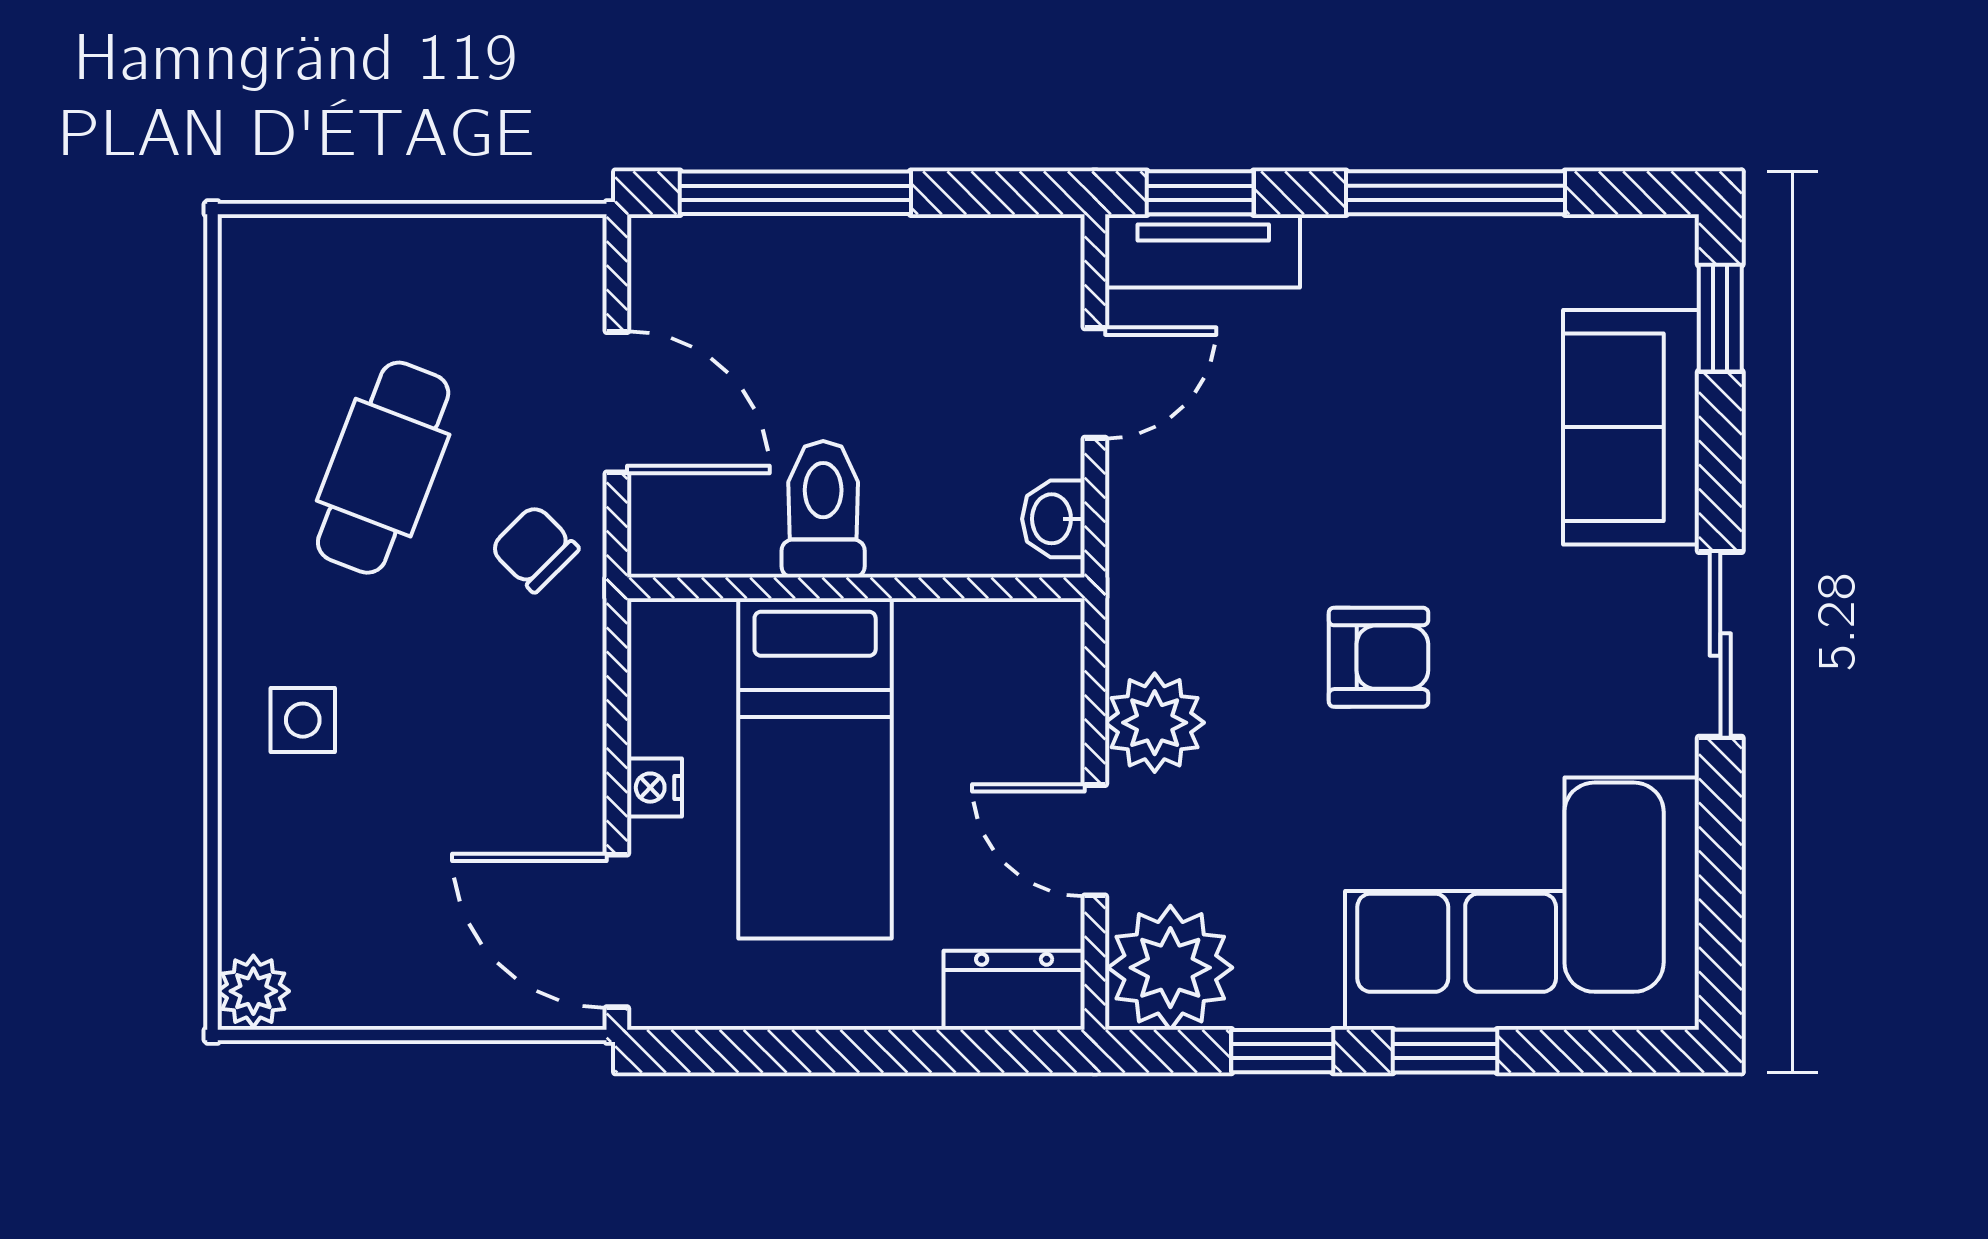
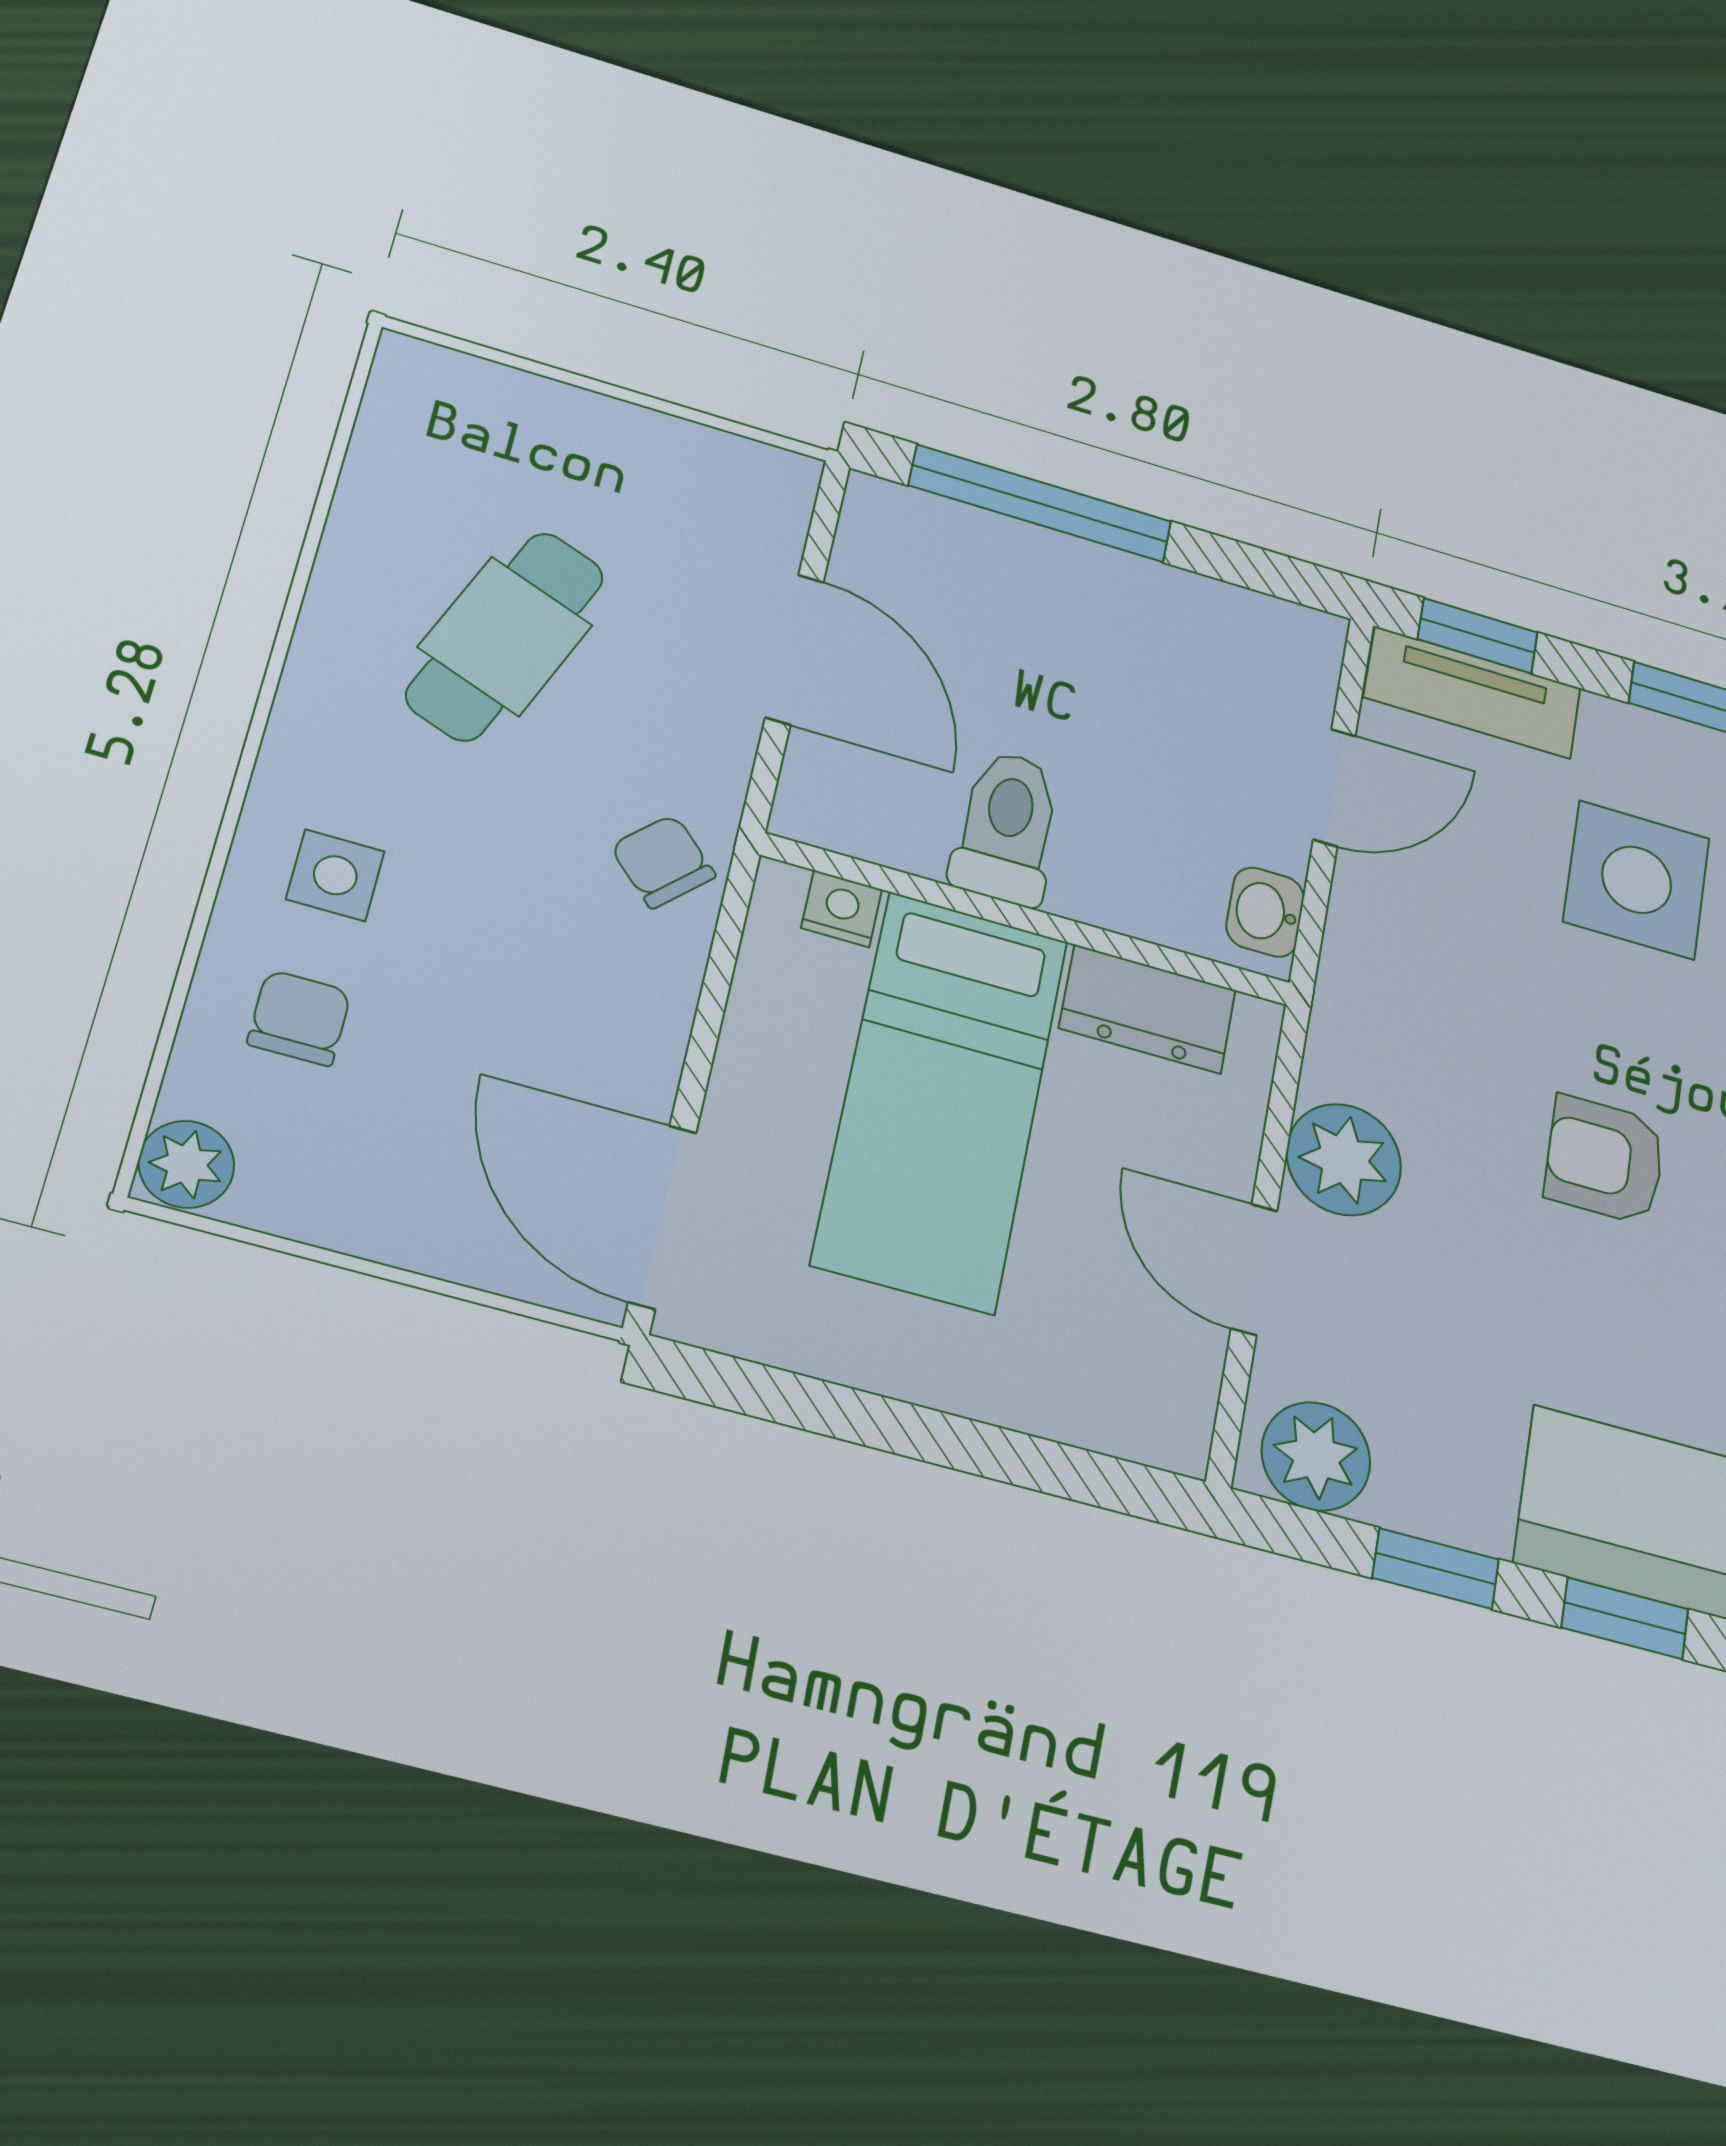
side table: (1374, 386) -> (1637, 880), added
chair: (534, 549) -> (663, 861), moved
armchair: (1378, 657) -> (1605, 1160), turned 180
nightstand: (655, 788) -> (842, 909), moved, turned 90
chair: (306, 848) -> (299, 1018), added
plant: (1170, 968) -> (1316, 1456), width x0.73, depth x0.73
dresser: (1014, 990) -> (1148, 1009), moved, turned 180

